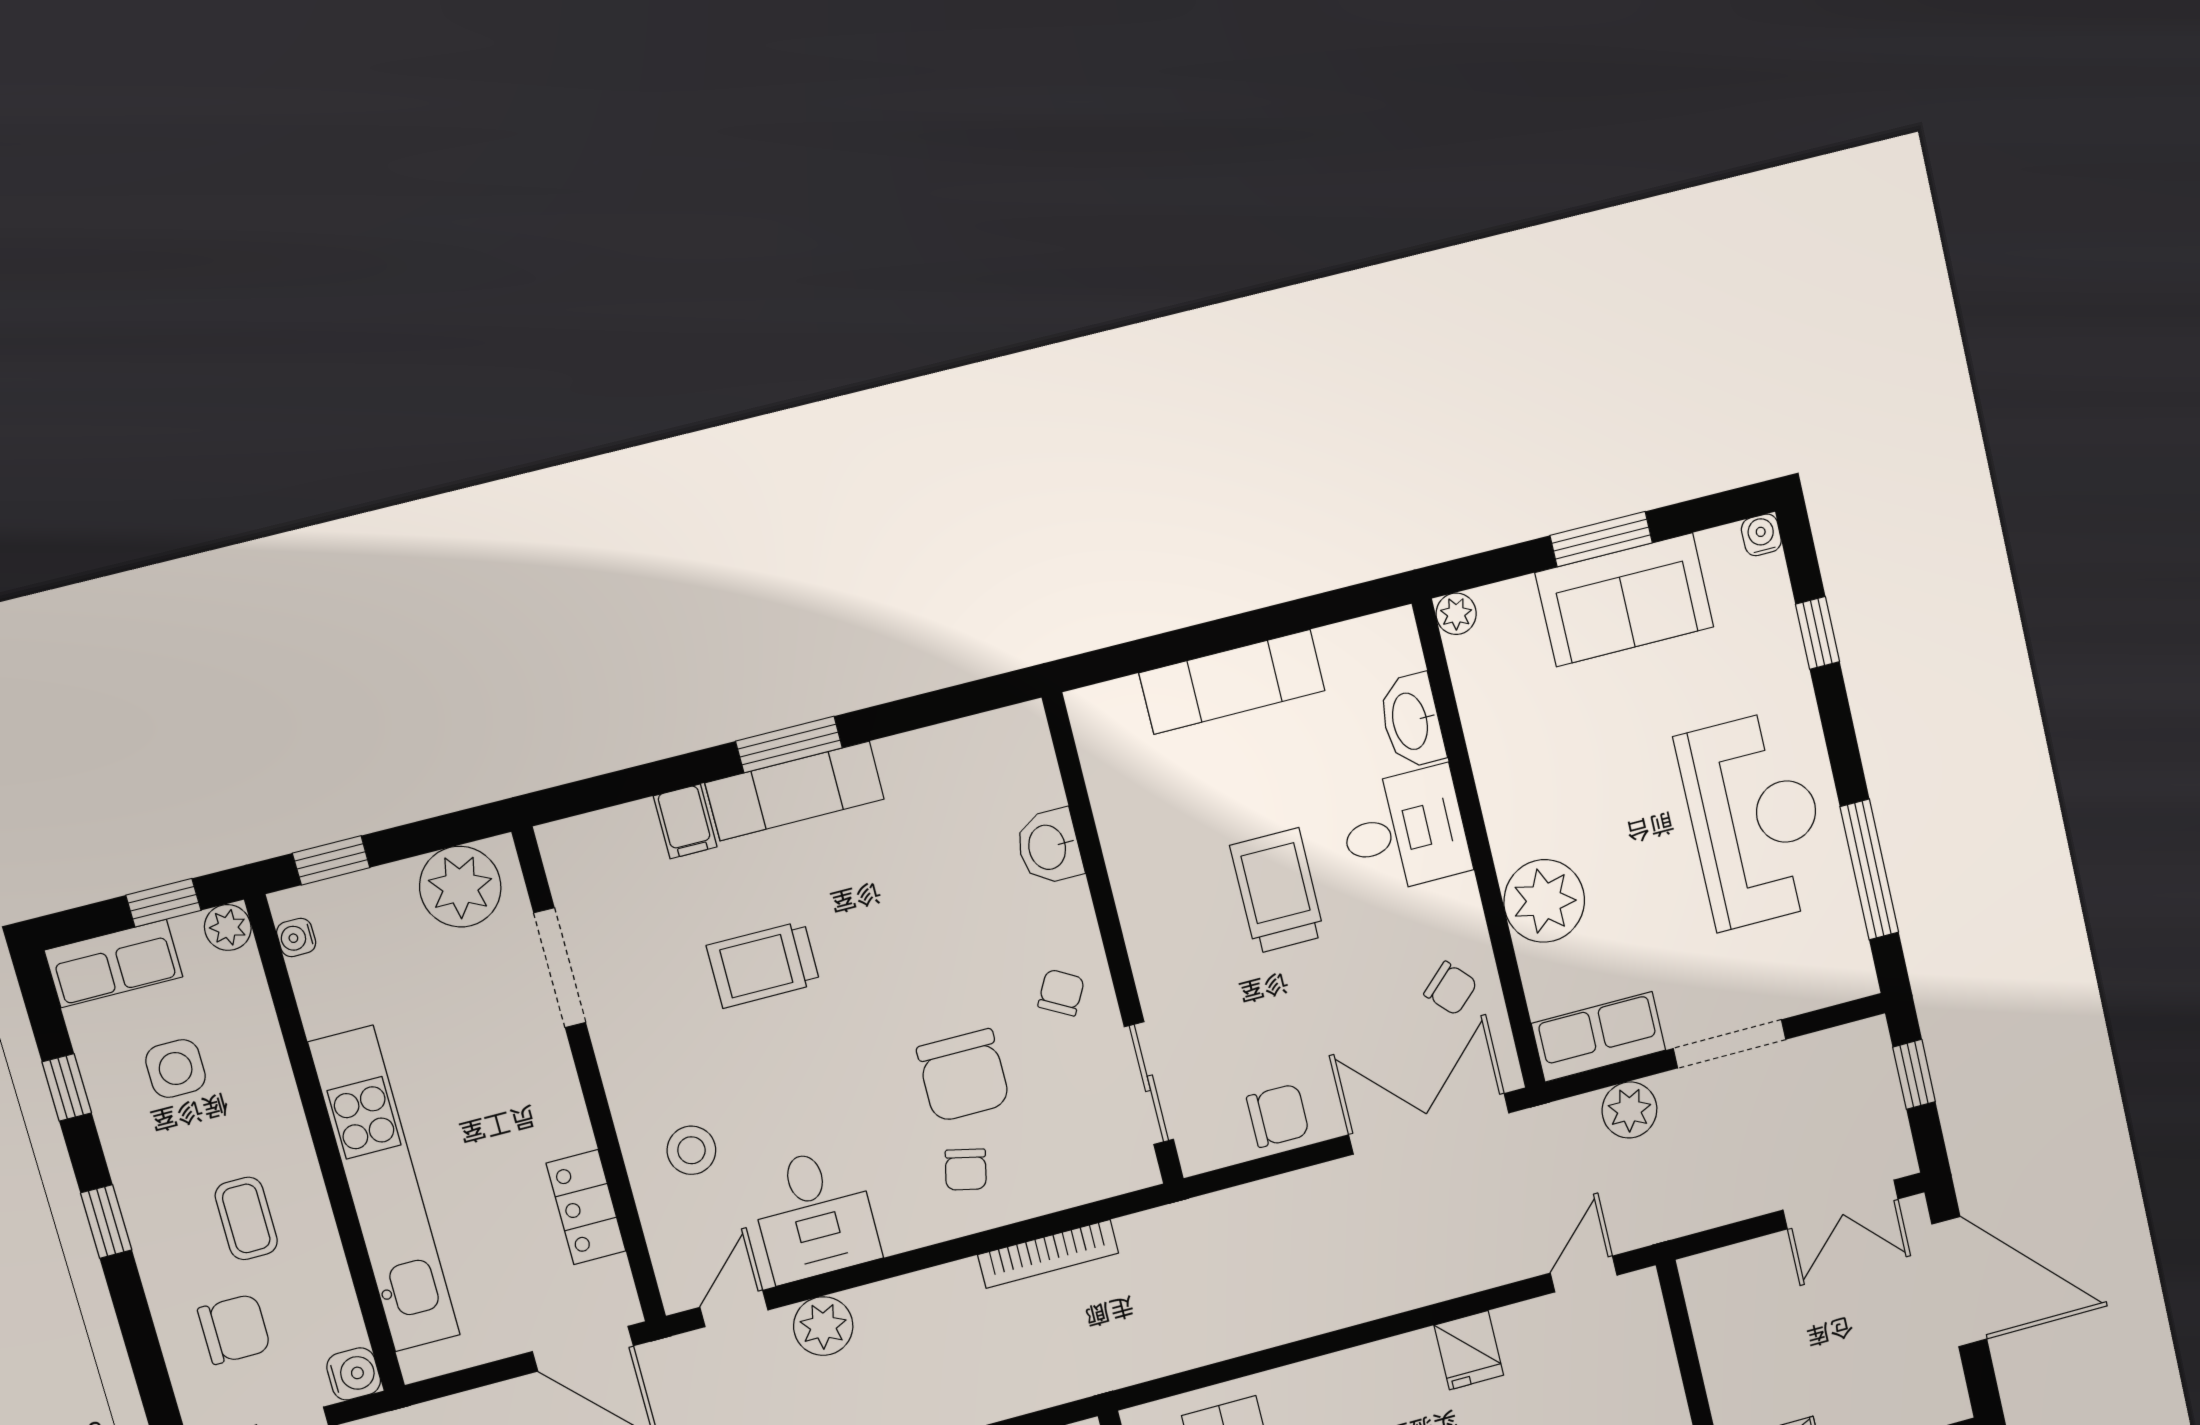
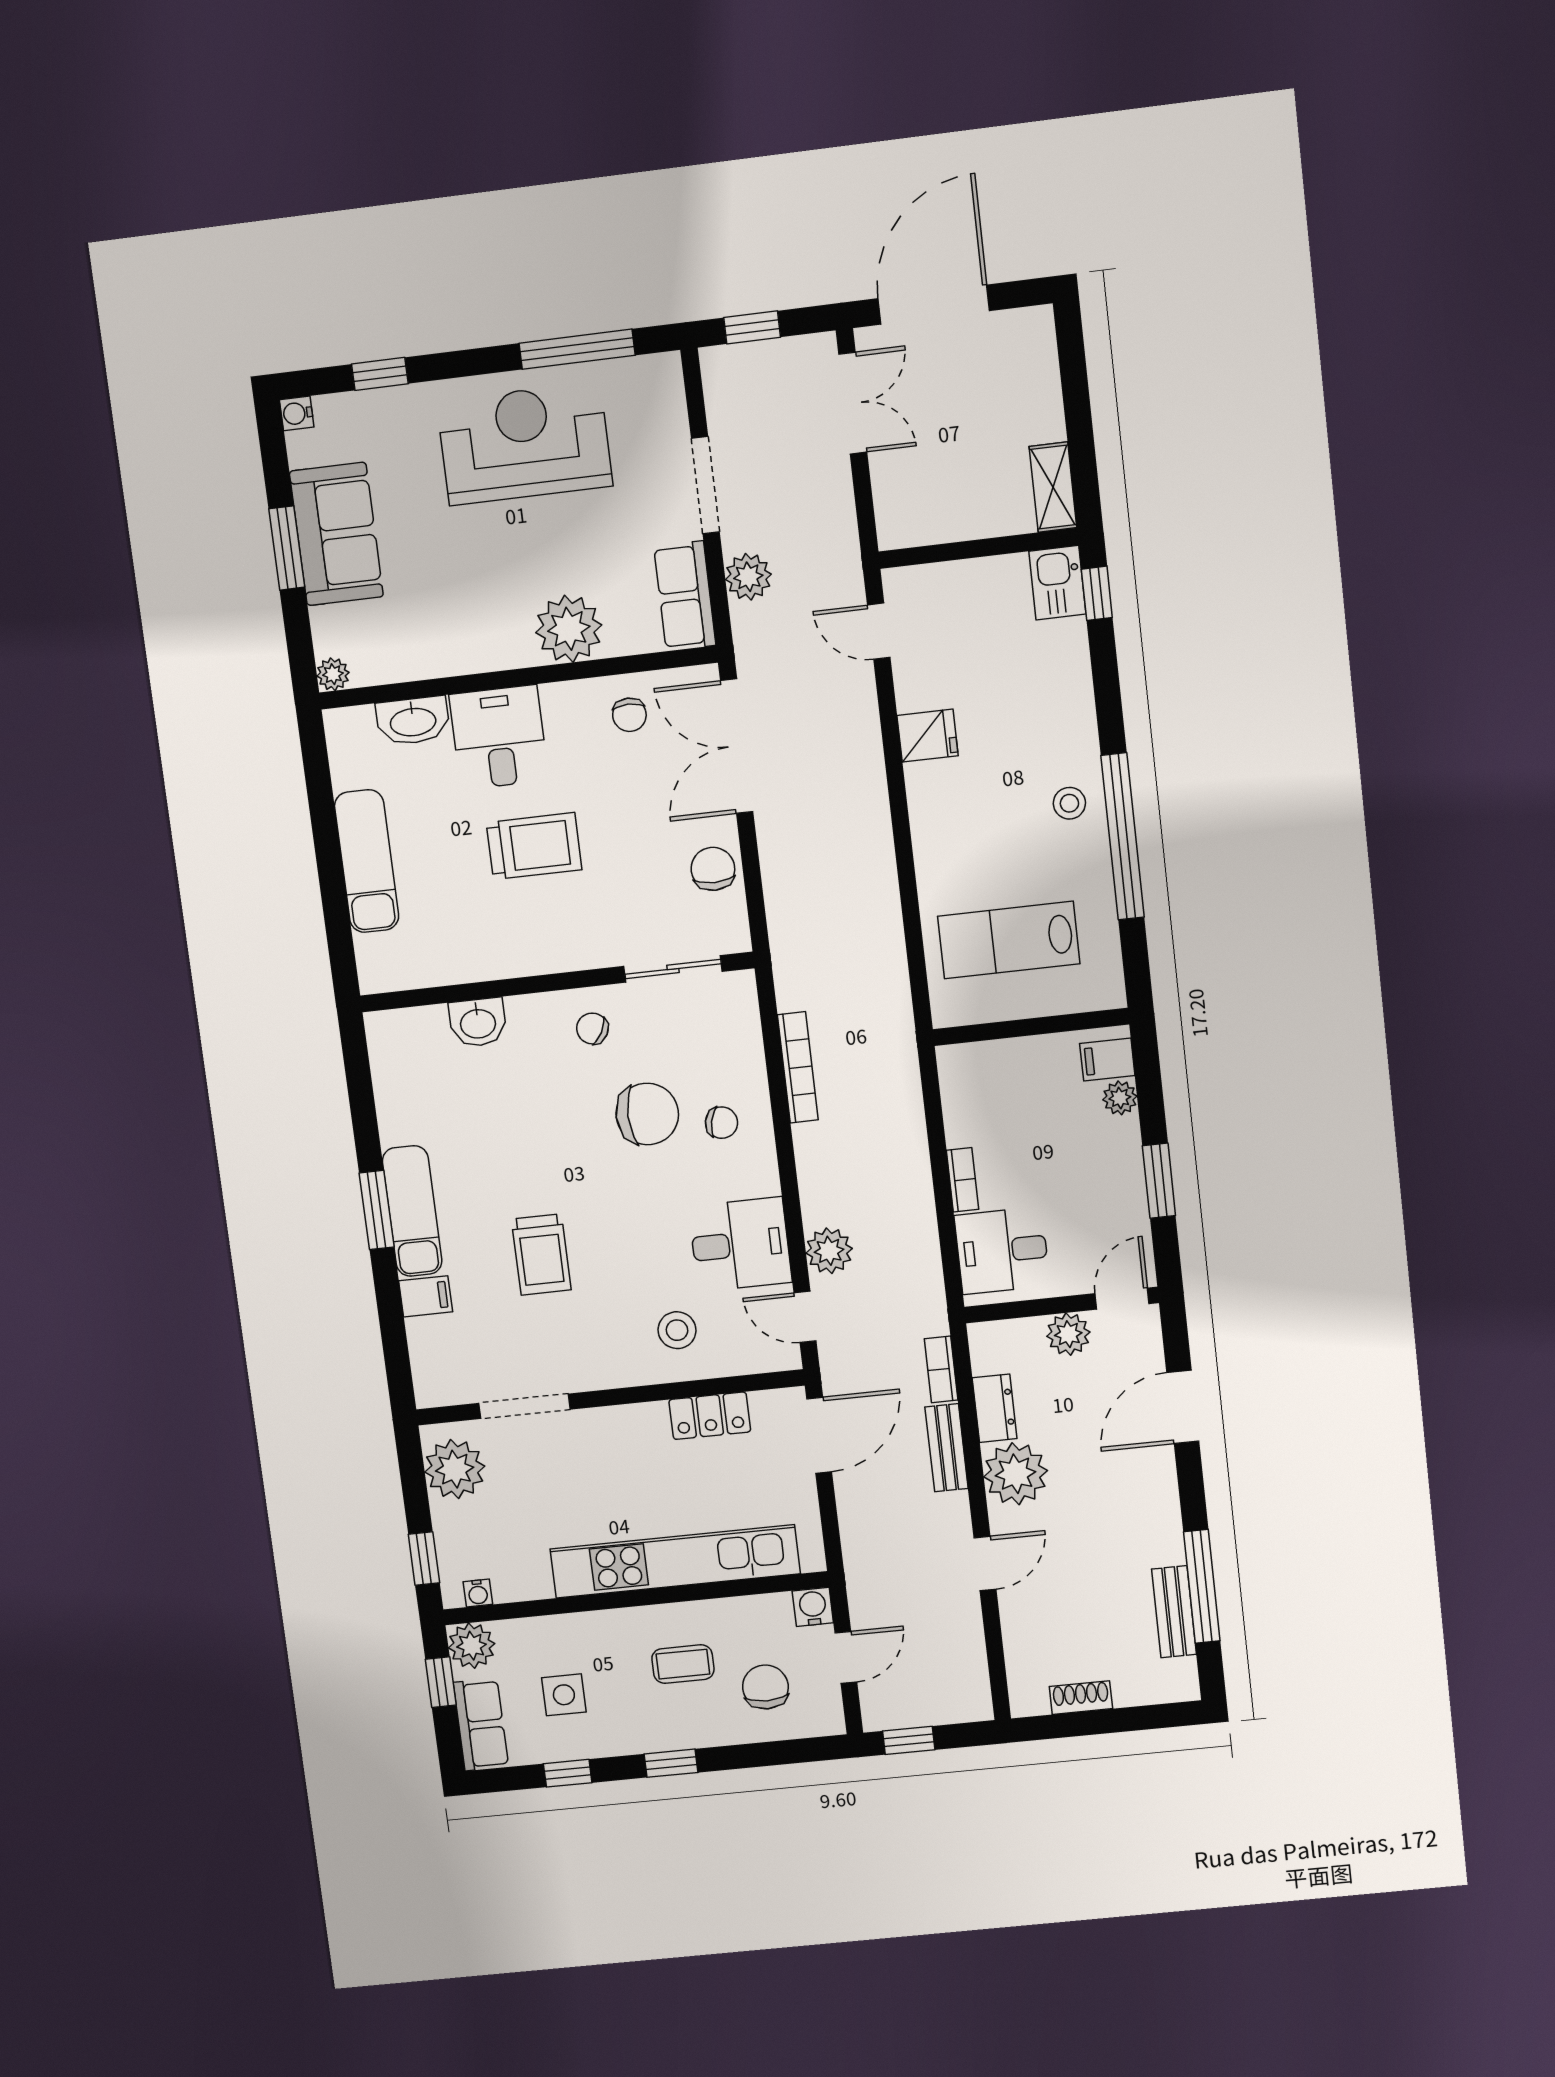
trolley: (1277, 891) -> (534, 846), turned 180
plant: (228, 927) -> (472, 1646), width x1.38, depth x1.38
chair: (1451, 988) -> (629, 715), turned 133

